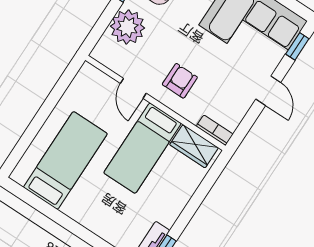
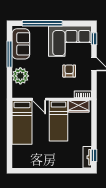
armchair: (180, 81) -> (69, 71), moved
bed: (65, 160) -> (22, 122), moved, turned 180

